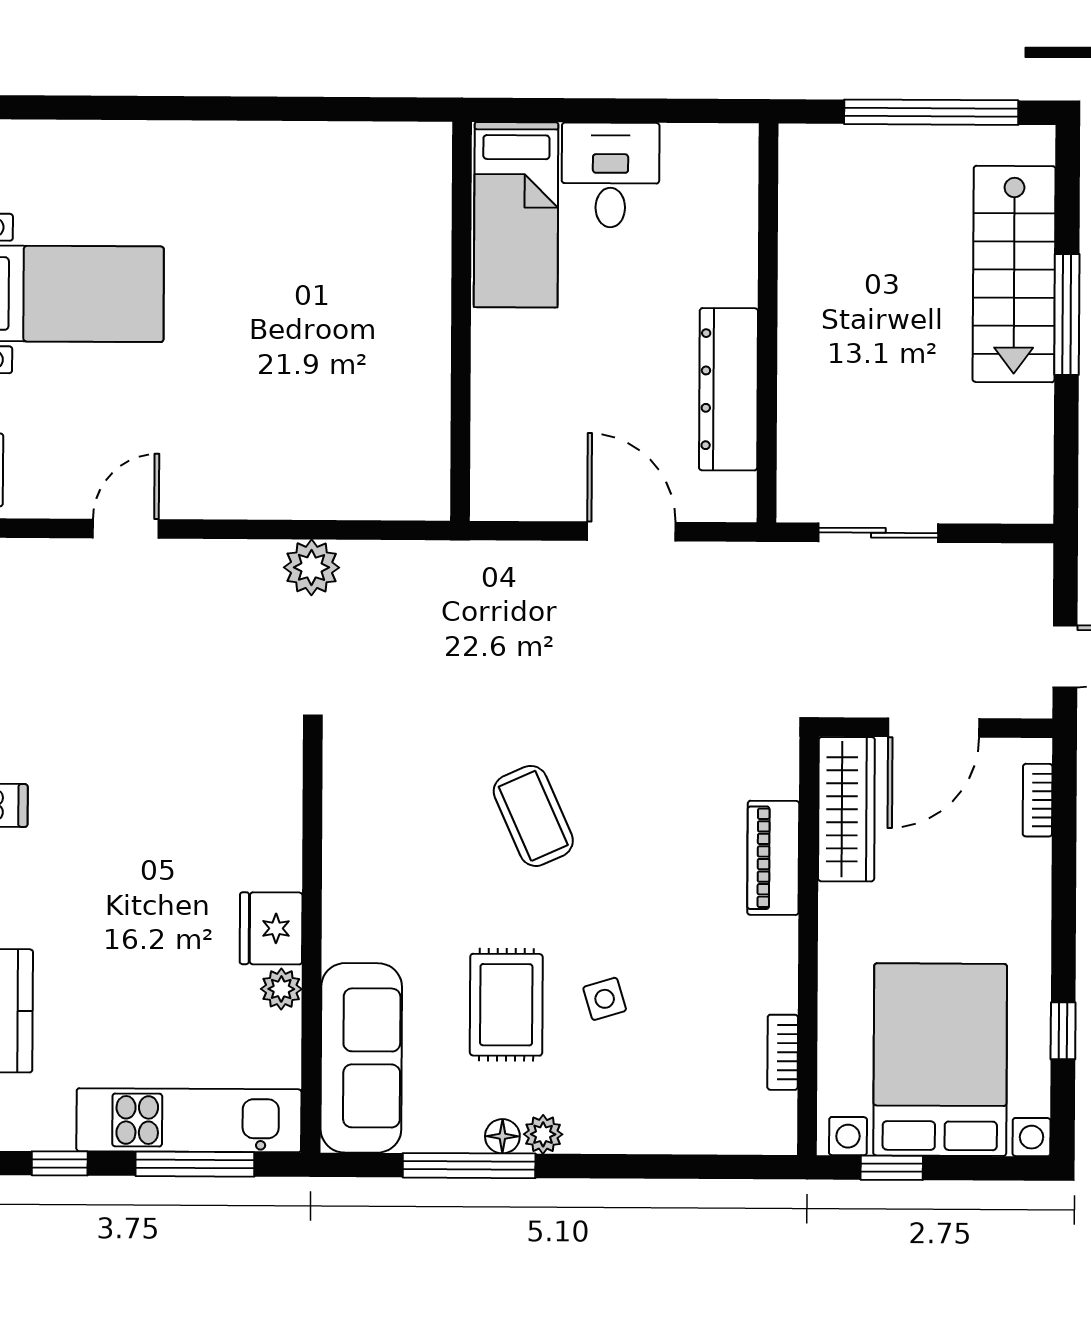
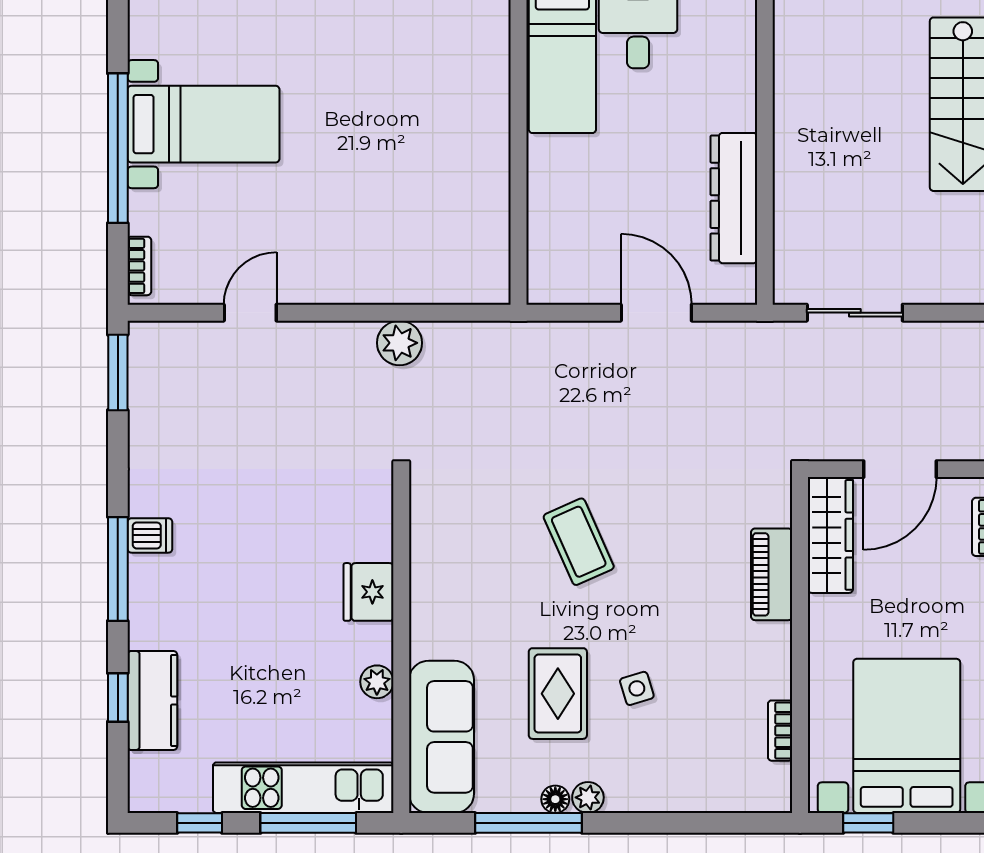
fridge: (271, 928) -> (369, 592), moved

